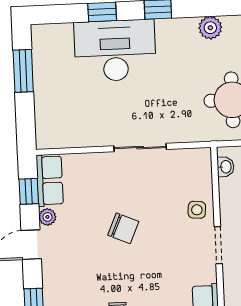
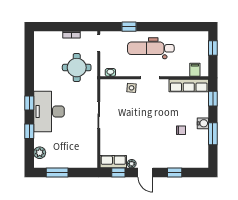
plant: (210, 28) -> (40, 153), moved
desk: (115, 50) -> (49, 112), moved
chair: (123, 228) -> (139, 126), removed

